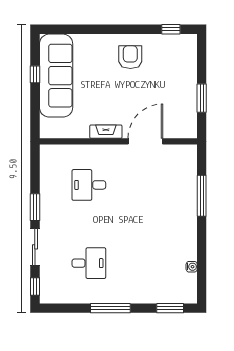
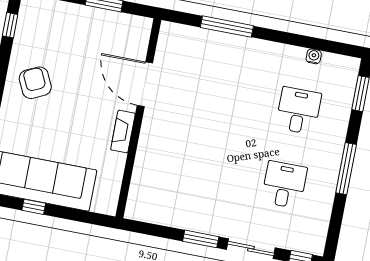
armchair: (130, 57) -> (35, 83), turned 65
desk: (89, 185) -> (299, 111), moved, turned 180

